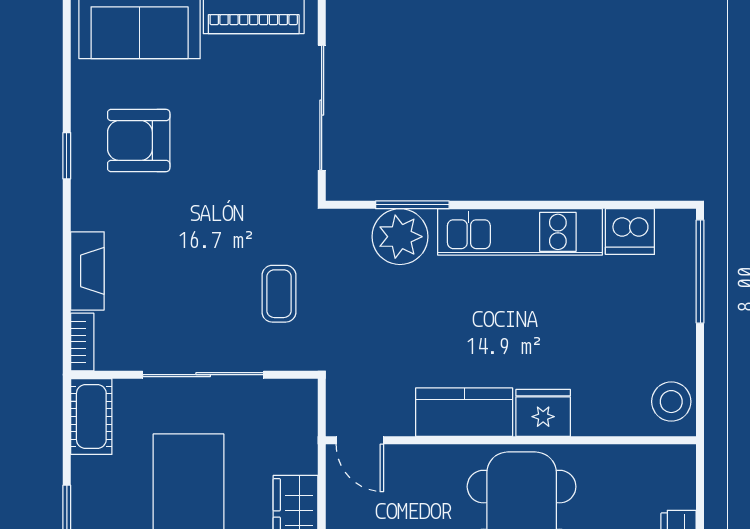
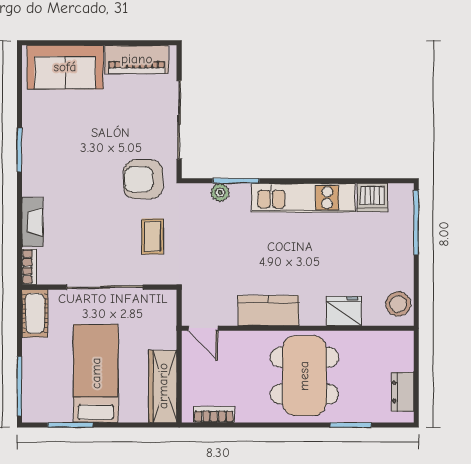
armchair: (139, 140) -> (143, 179), moved
window: (67, 156) -> (20, 150), width x1.50
plant: (400, 237) -> (220, 192), width x0.53, depth x0.53
fridge: (543, 413) -> (344, 311), moved

